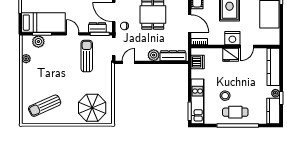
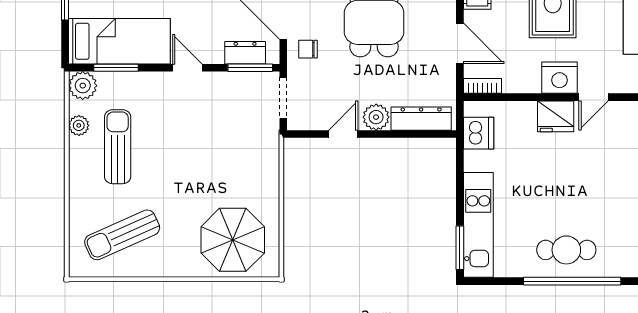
plant: (38, 42) -> (83, 86), moved
sun lounger: (87, 56) -> (118, 147), moved
door: (129, 62) -> (343, 134), moved
stool: (225, 96) -> (542, 212), removed

